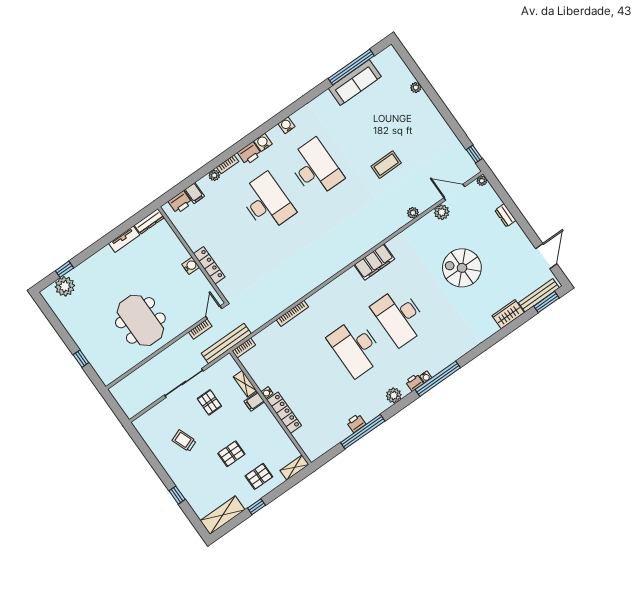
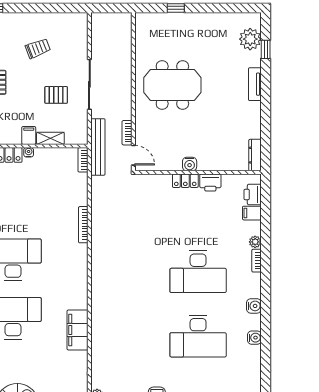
printer: (250, 153) -> (210, 183), moved, turned -90
tv unit: (124, 239) -> (255, 84), moved
locker: (209, 265) -> (185, 181), width x0.66

